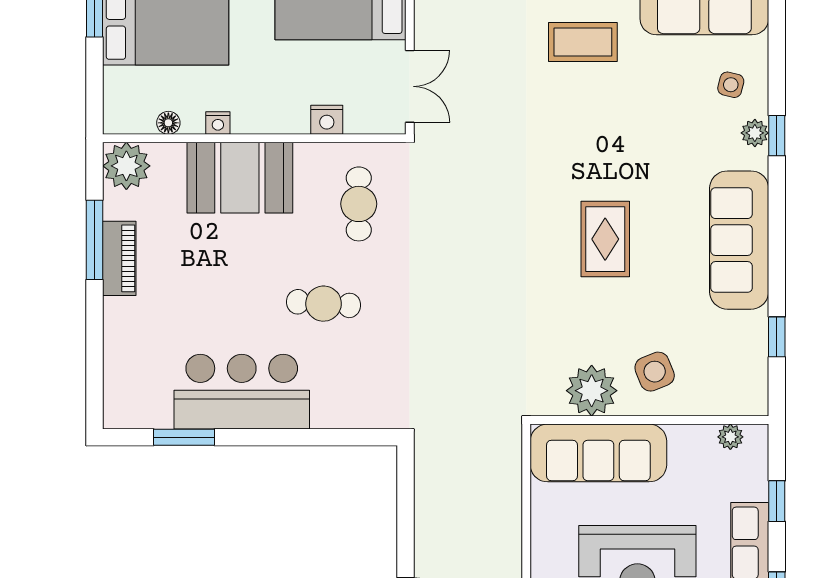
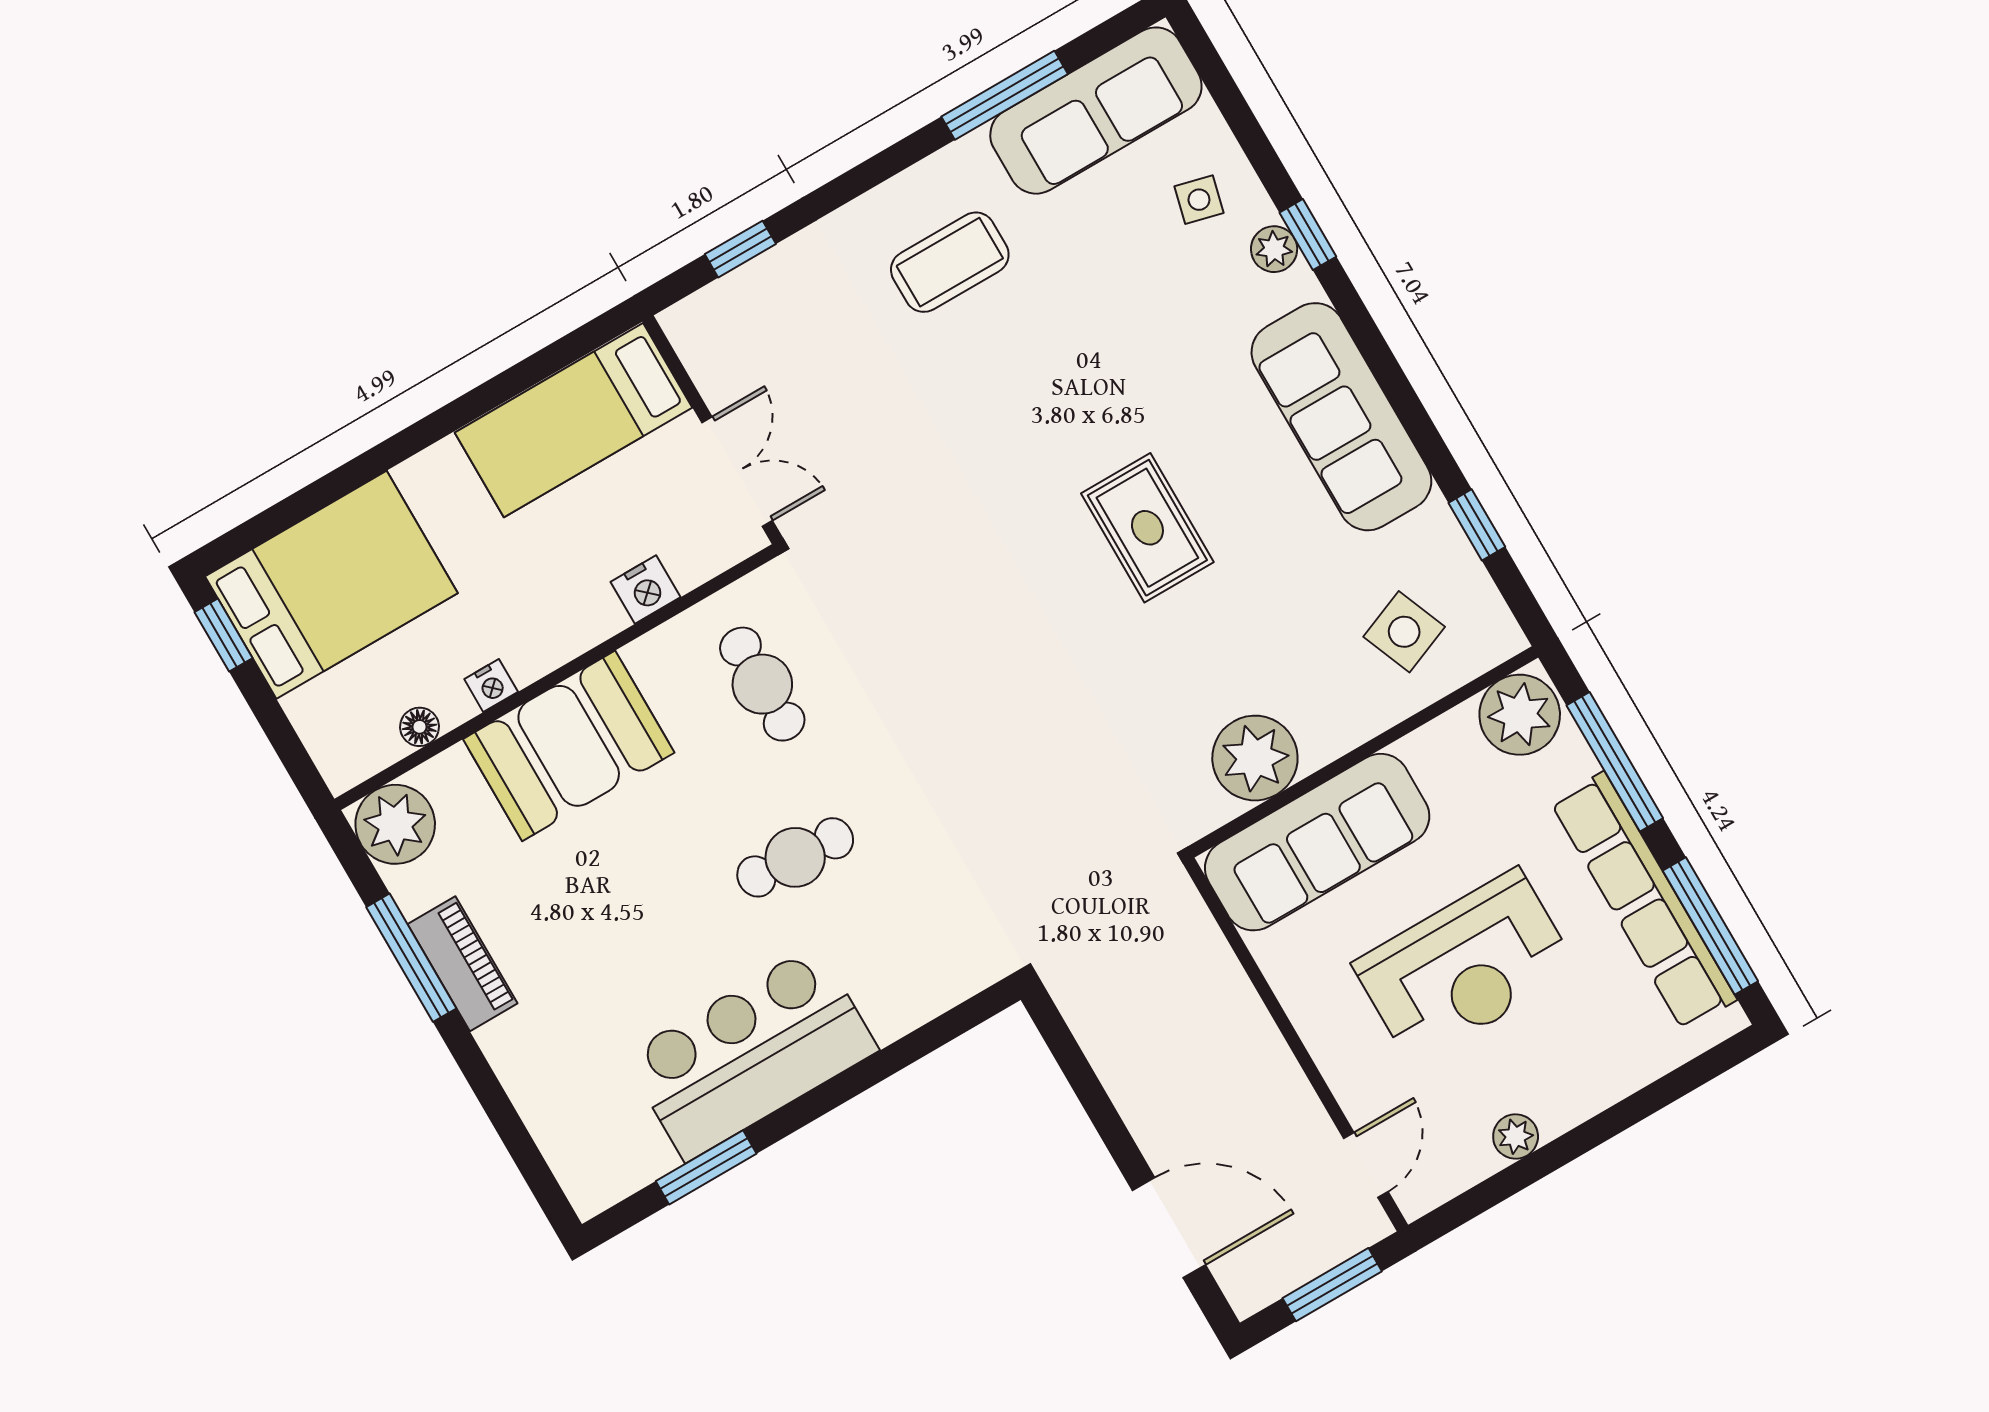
side table: (655, 372) -> (1404, 632), moved
plant: (730, 437) -> (1520, 715), width x1.87, depth x1.87
window: (777, 501) -> (1615, 762), width x2.17

